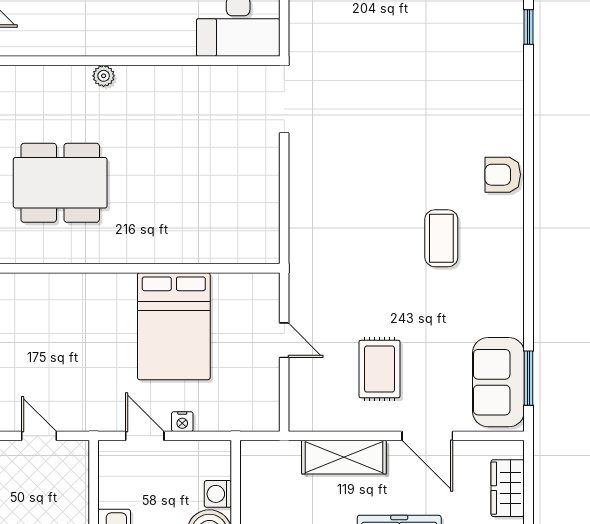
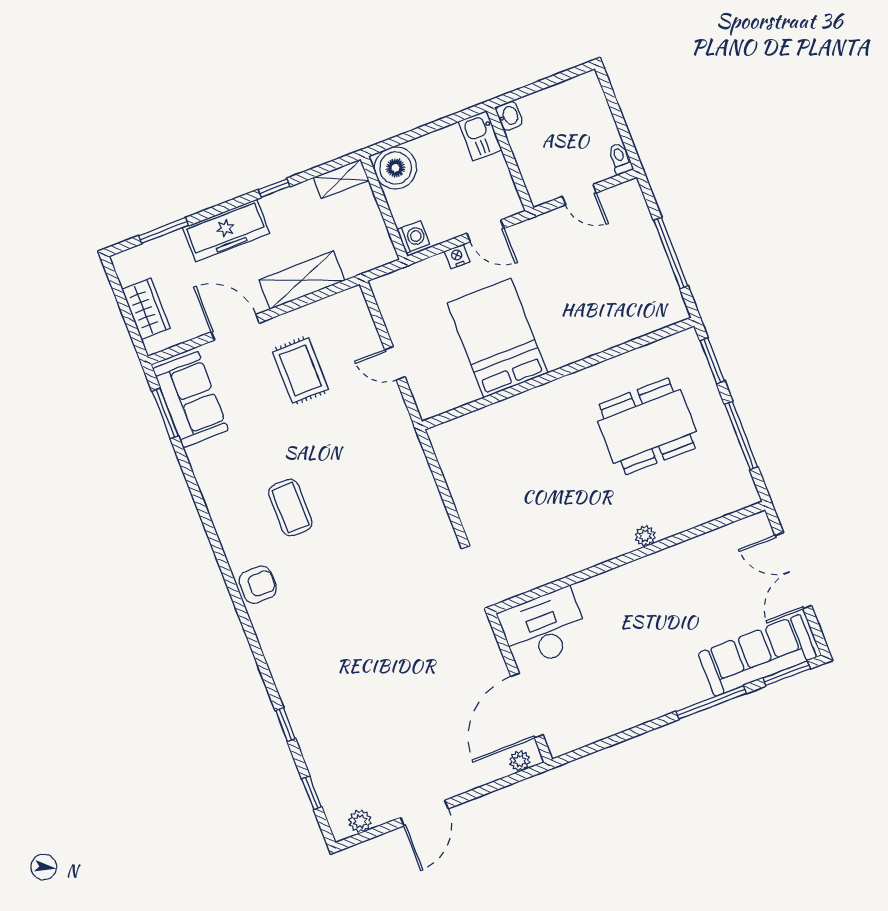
washing machine: (218, 494) -> (413, 237), moved

